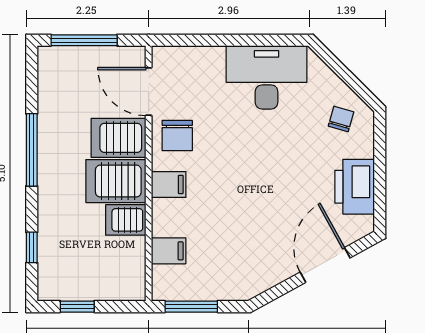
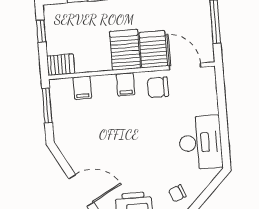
door: (149, 92) -> (185, 66), hinge flipped
chair: (341, 119) -> (177, 193), turned 143
server rack: (126, 220) -> (61, 65), moved, turned 90

